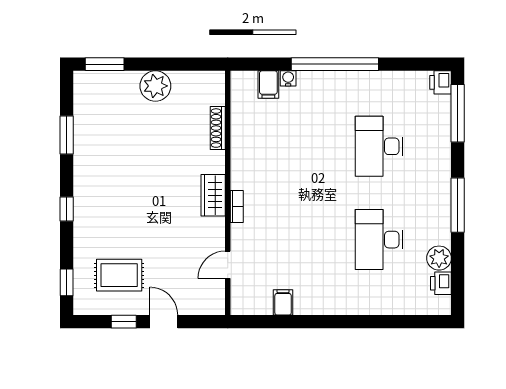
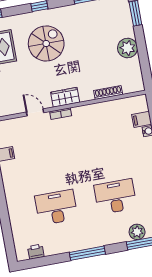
spiral stairs: (126, 209) -> (46, 43), added
plant: (439, 258) -> (137, 232), moved
door: (228, 265) -> (35, 112), moved

